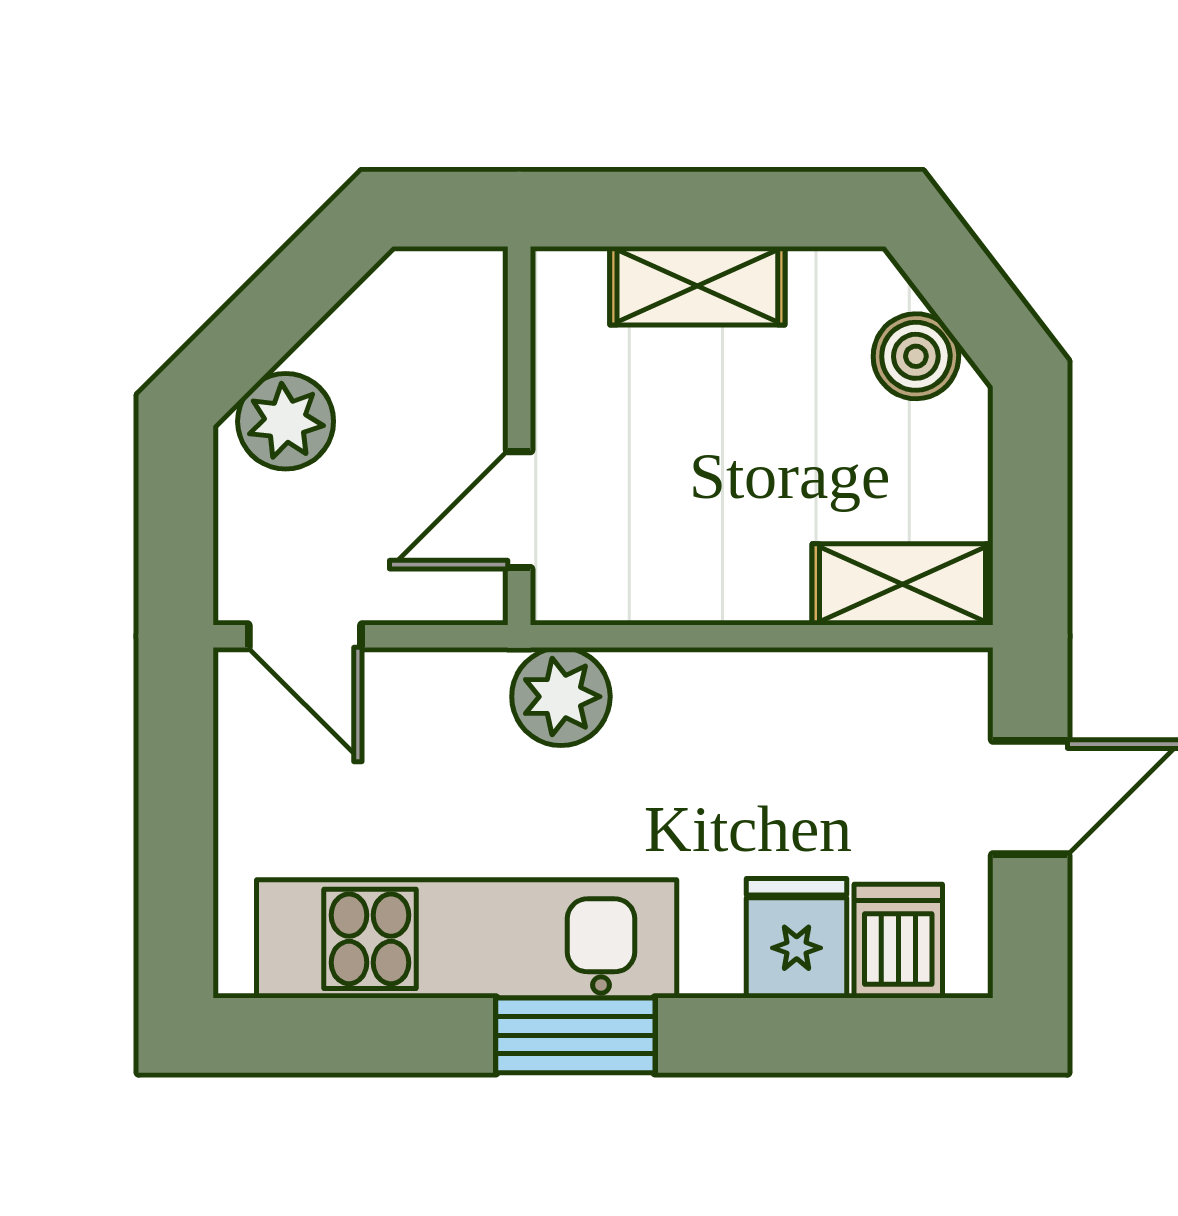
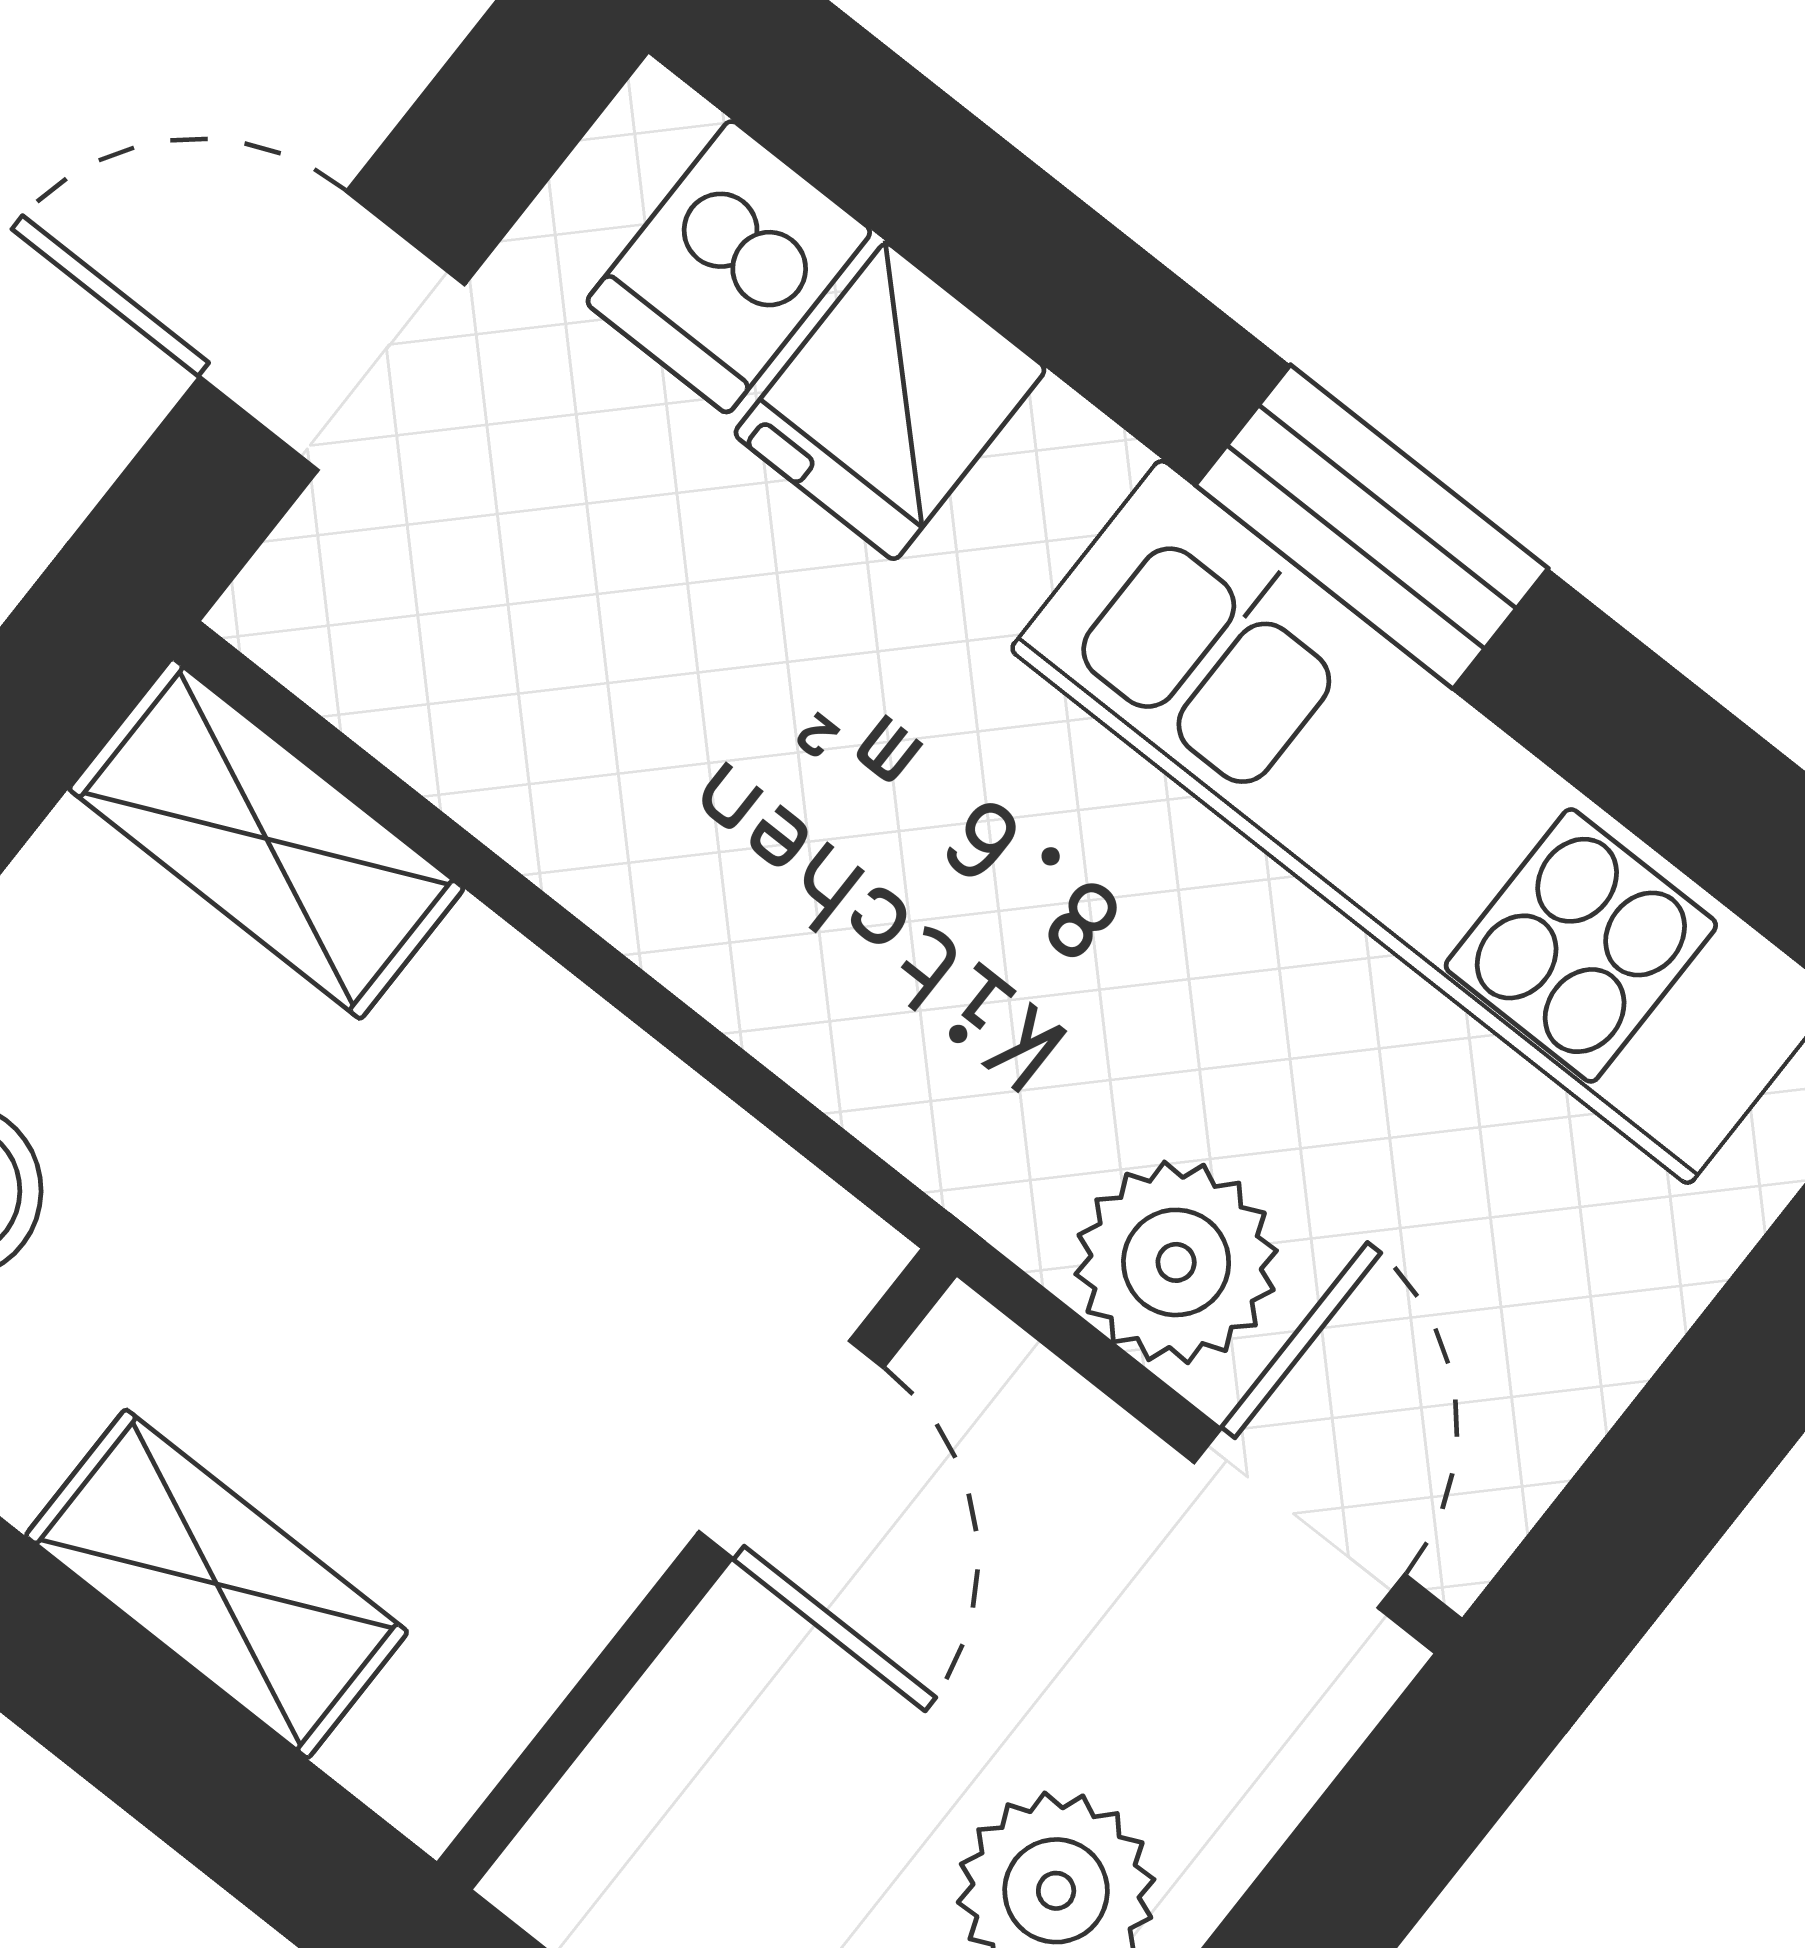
door: (519, 510) -> (791, 1450), hinge flipped
plant: (561, 697) -> (1176, 1262), moved

